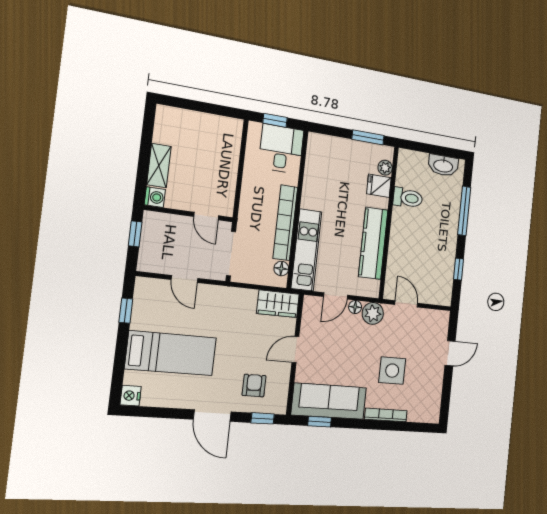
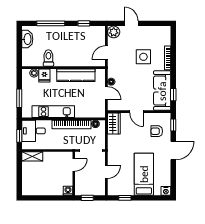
window: (368, 137) -> (19, 98), moved
shelving: (159, 166) -> (32, 156), moved
kitchen unit: (306, 250) -> (53, 112), moved
plant: (373, 313) -> (114, 32), moved

